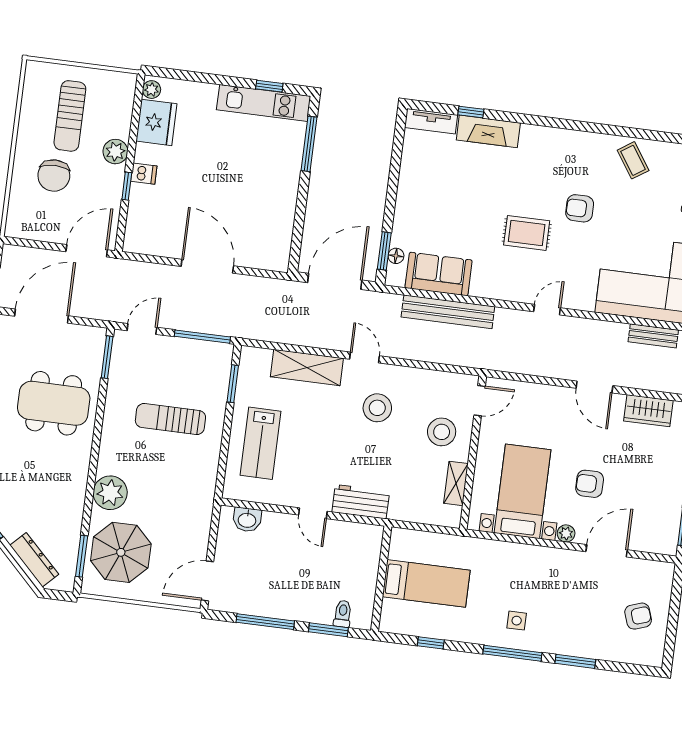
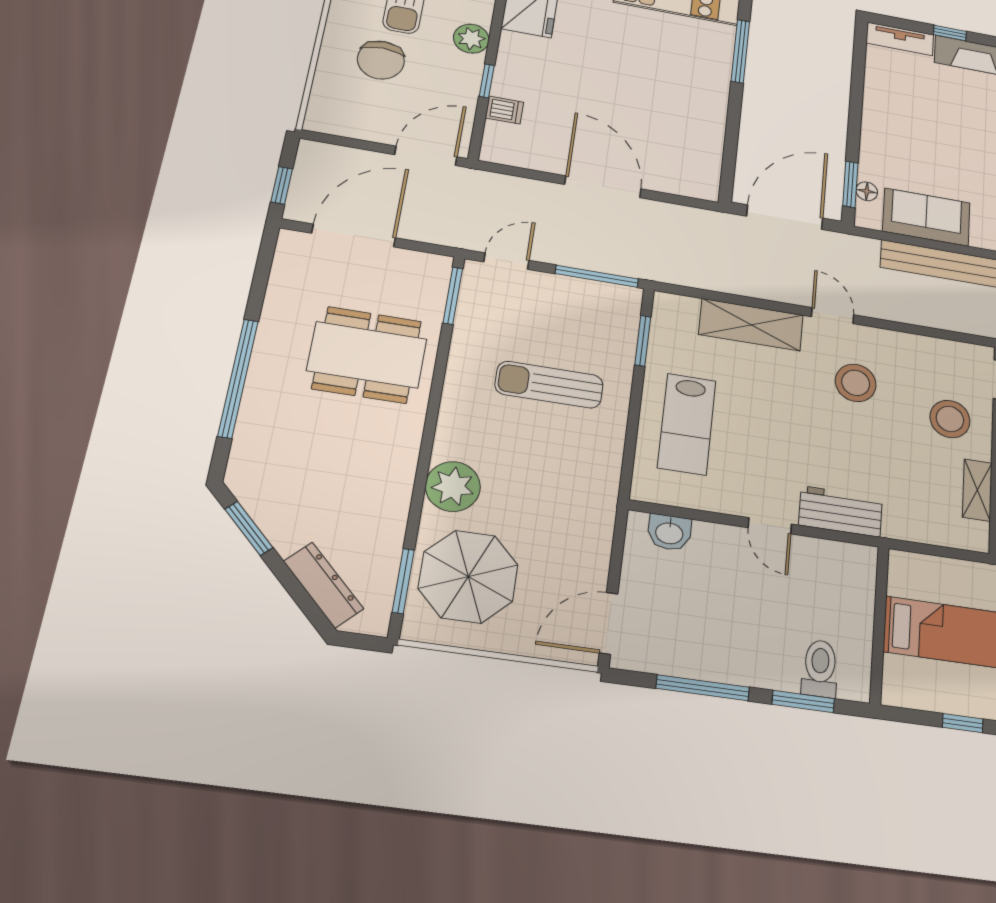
dishwasher: (144, 174) -> (504, 110), moved
toilet: (343, 614) -> (820, 668), width x1.37, depth x1.39

